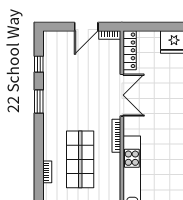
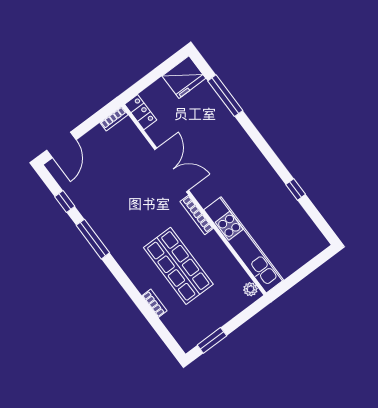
door: (86, 27) -> (61, 145), moved
locker: (130, 50) -> (141, 112), width x0.66
window: (39, 102) -> (93, 239), width x1.44

